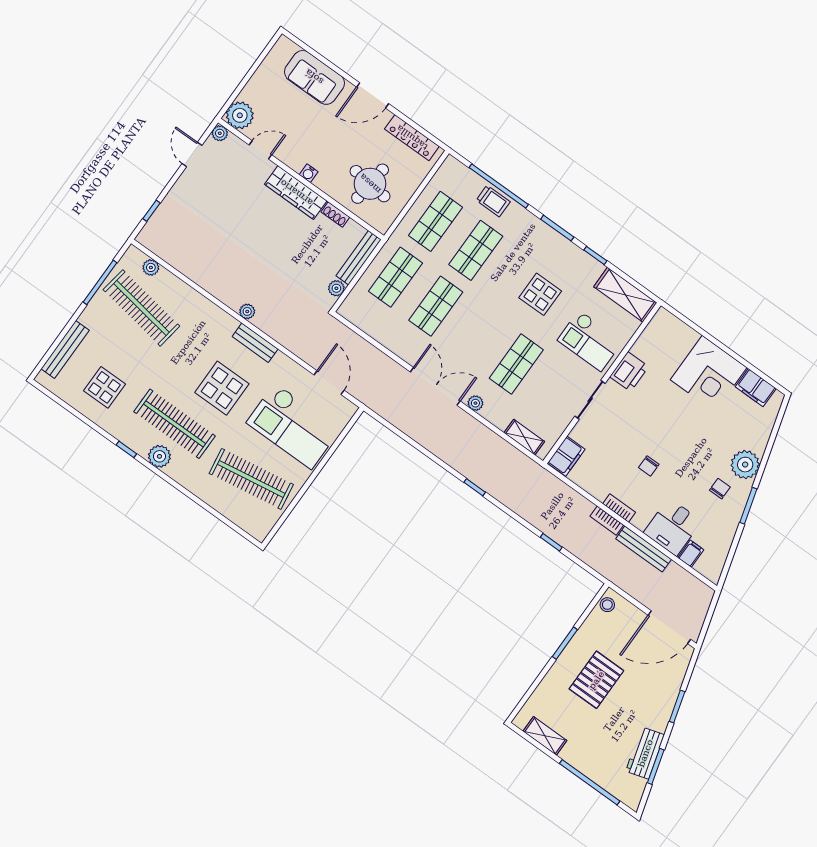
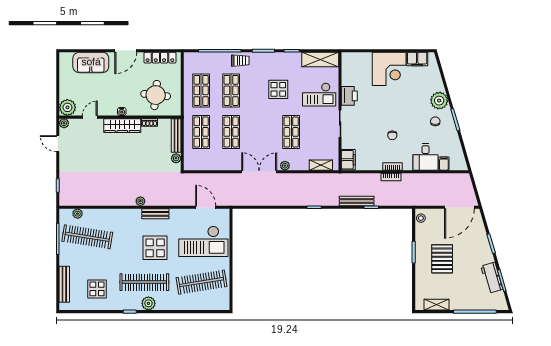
trolley: (493, 201) -> (240, 61), moved
bench: (644, 549) -> (357, 201), moved

